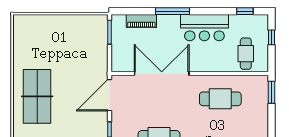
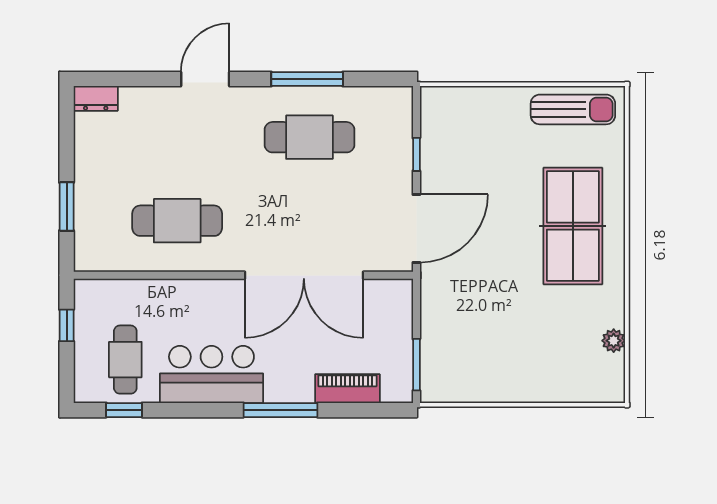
window: (272, 37) -> (67, 325), moved
plant: (18, 43) -> (614, 341), added
cafe table: (246, 54) -> (125, 360), moved
window: (272, 92) -> (67, 206), moved

